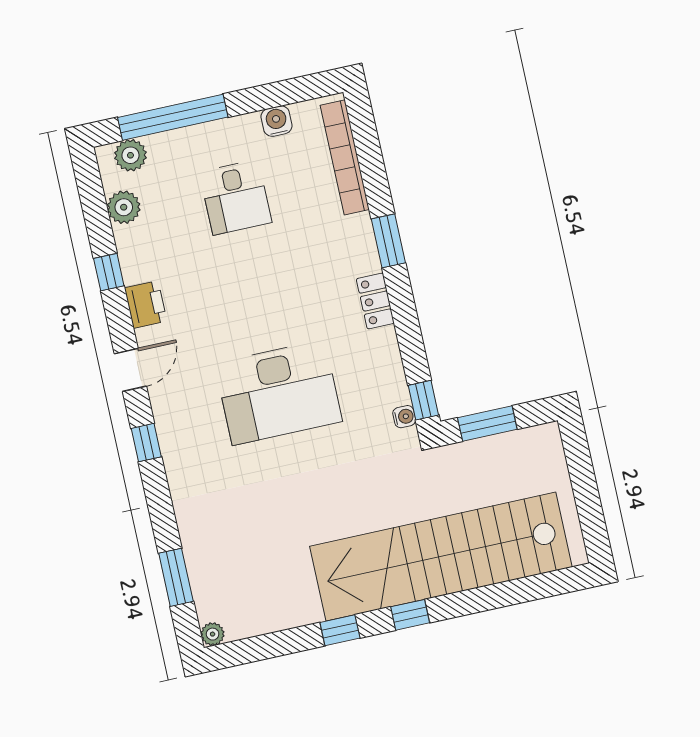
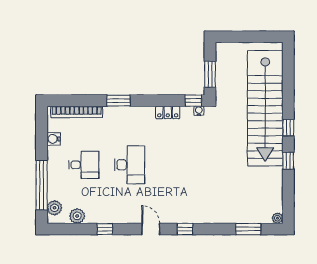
locker: (375, 301) -> (168, 112), moved
printer: (146, 304) -> (123, 216), removed
desk: (278, 392) -> (130, 165), moved, width x0.73, depth x0.77

